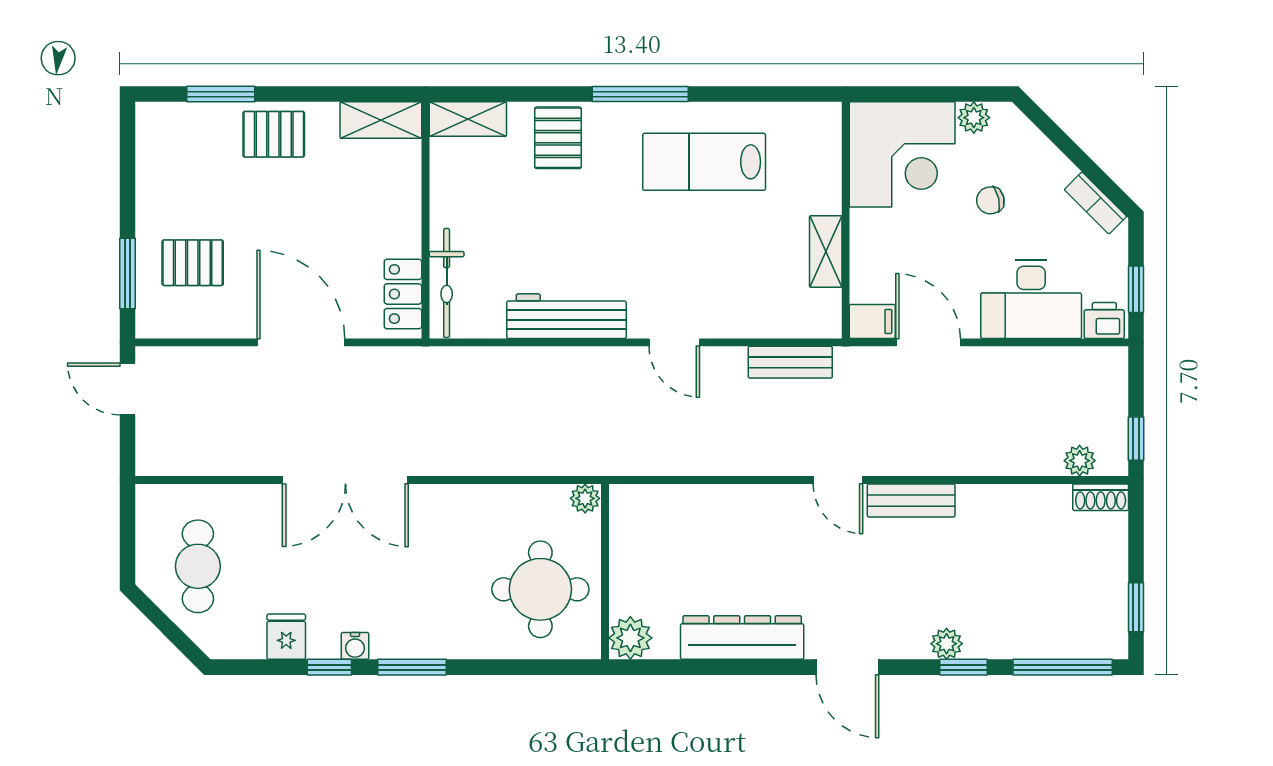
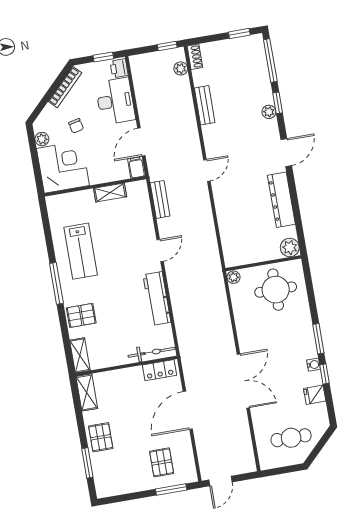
bookcase: (1095, 203) -> (65, 87), width x1.56
bench: (911, 500) -> (205, 105), moved

